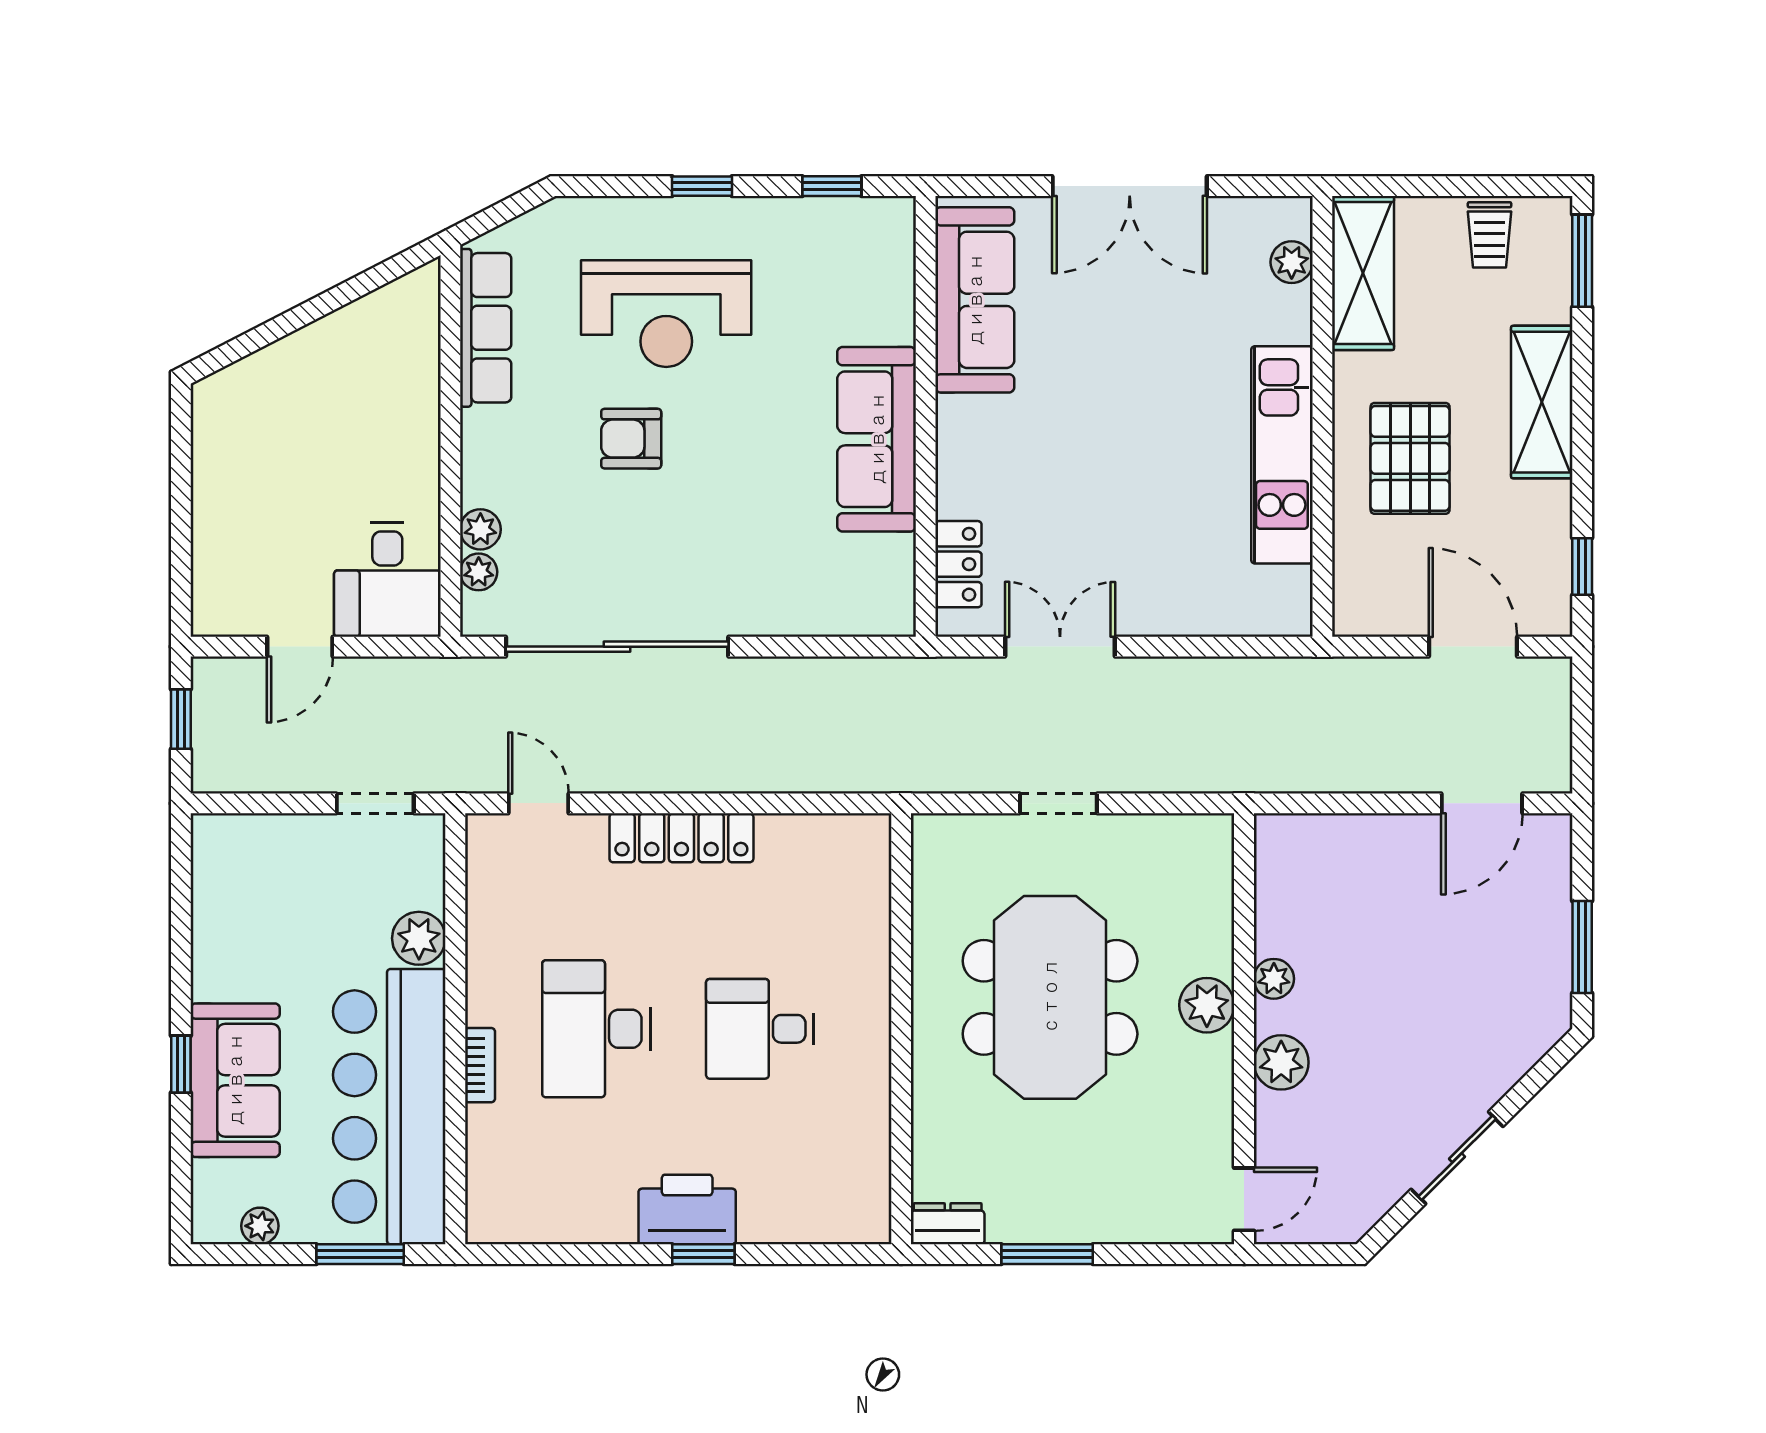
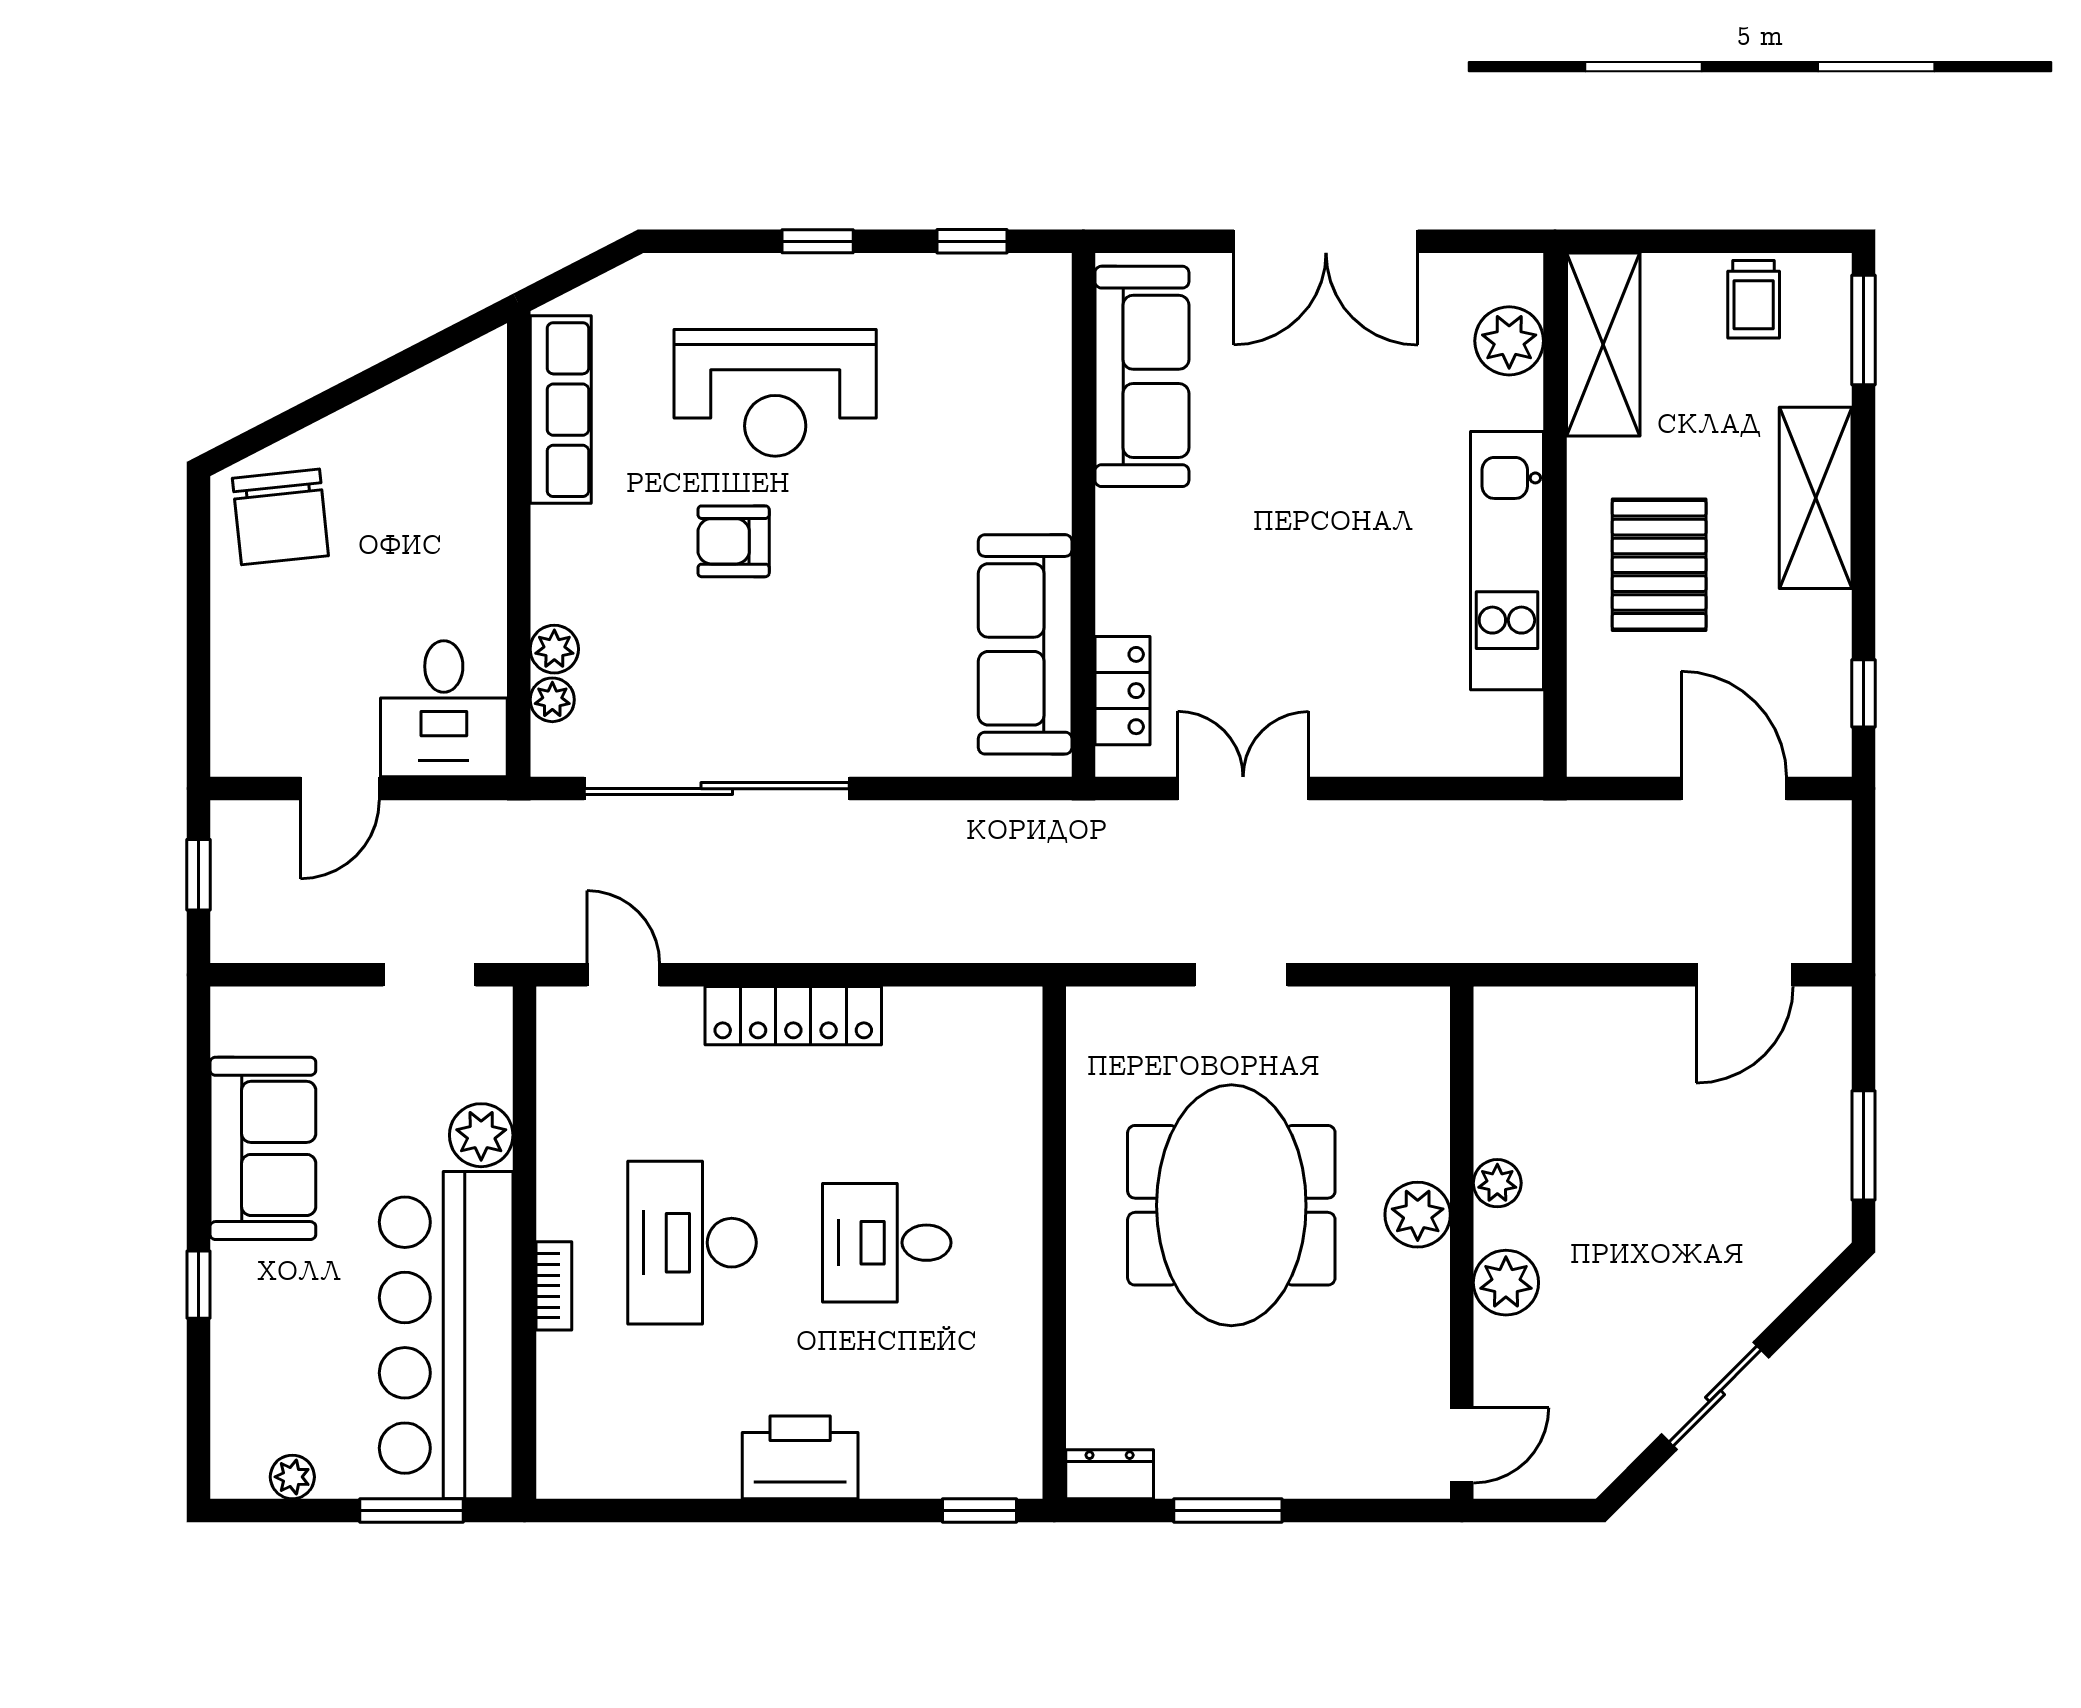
plant: (1292, 262) -> (1509, 341), width x1.38, depth x1.38
chair: (250, 418) -> (280, 517), added
sofa: (877, 439) -> (1025, 644), moved
sofa: (235, 1080) -> (263, 1148), moved
window: (703, 1254) -> (980, 1510), moved

